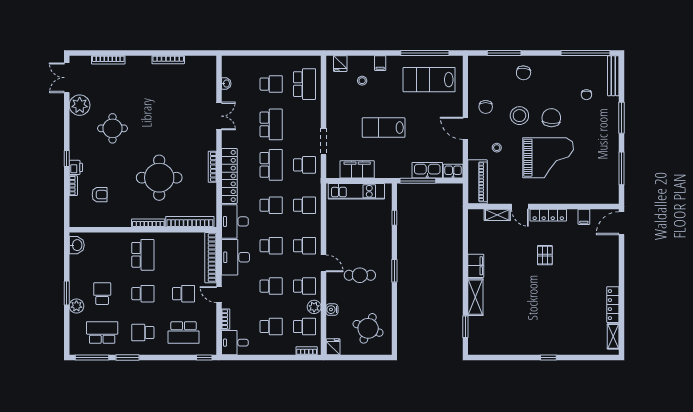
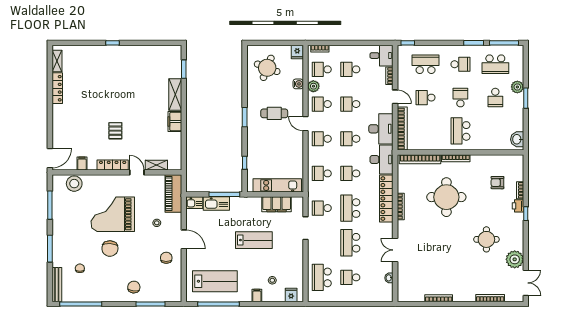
stool: (519, 116) -> (74, 184), moved
school desk: (143, 294) -> (460, 98), turned 90

